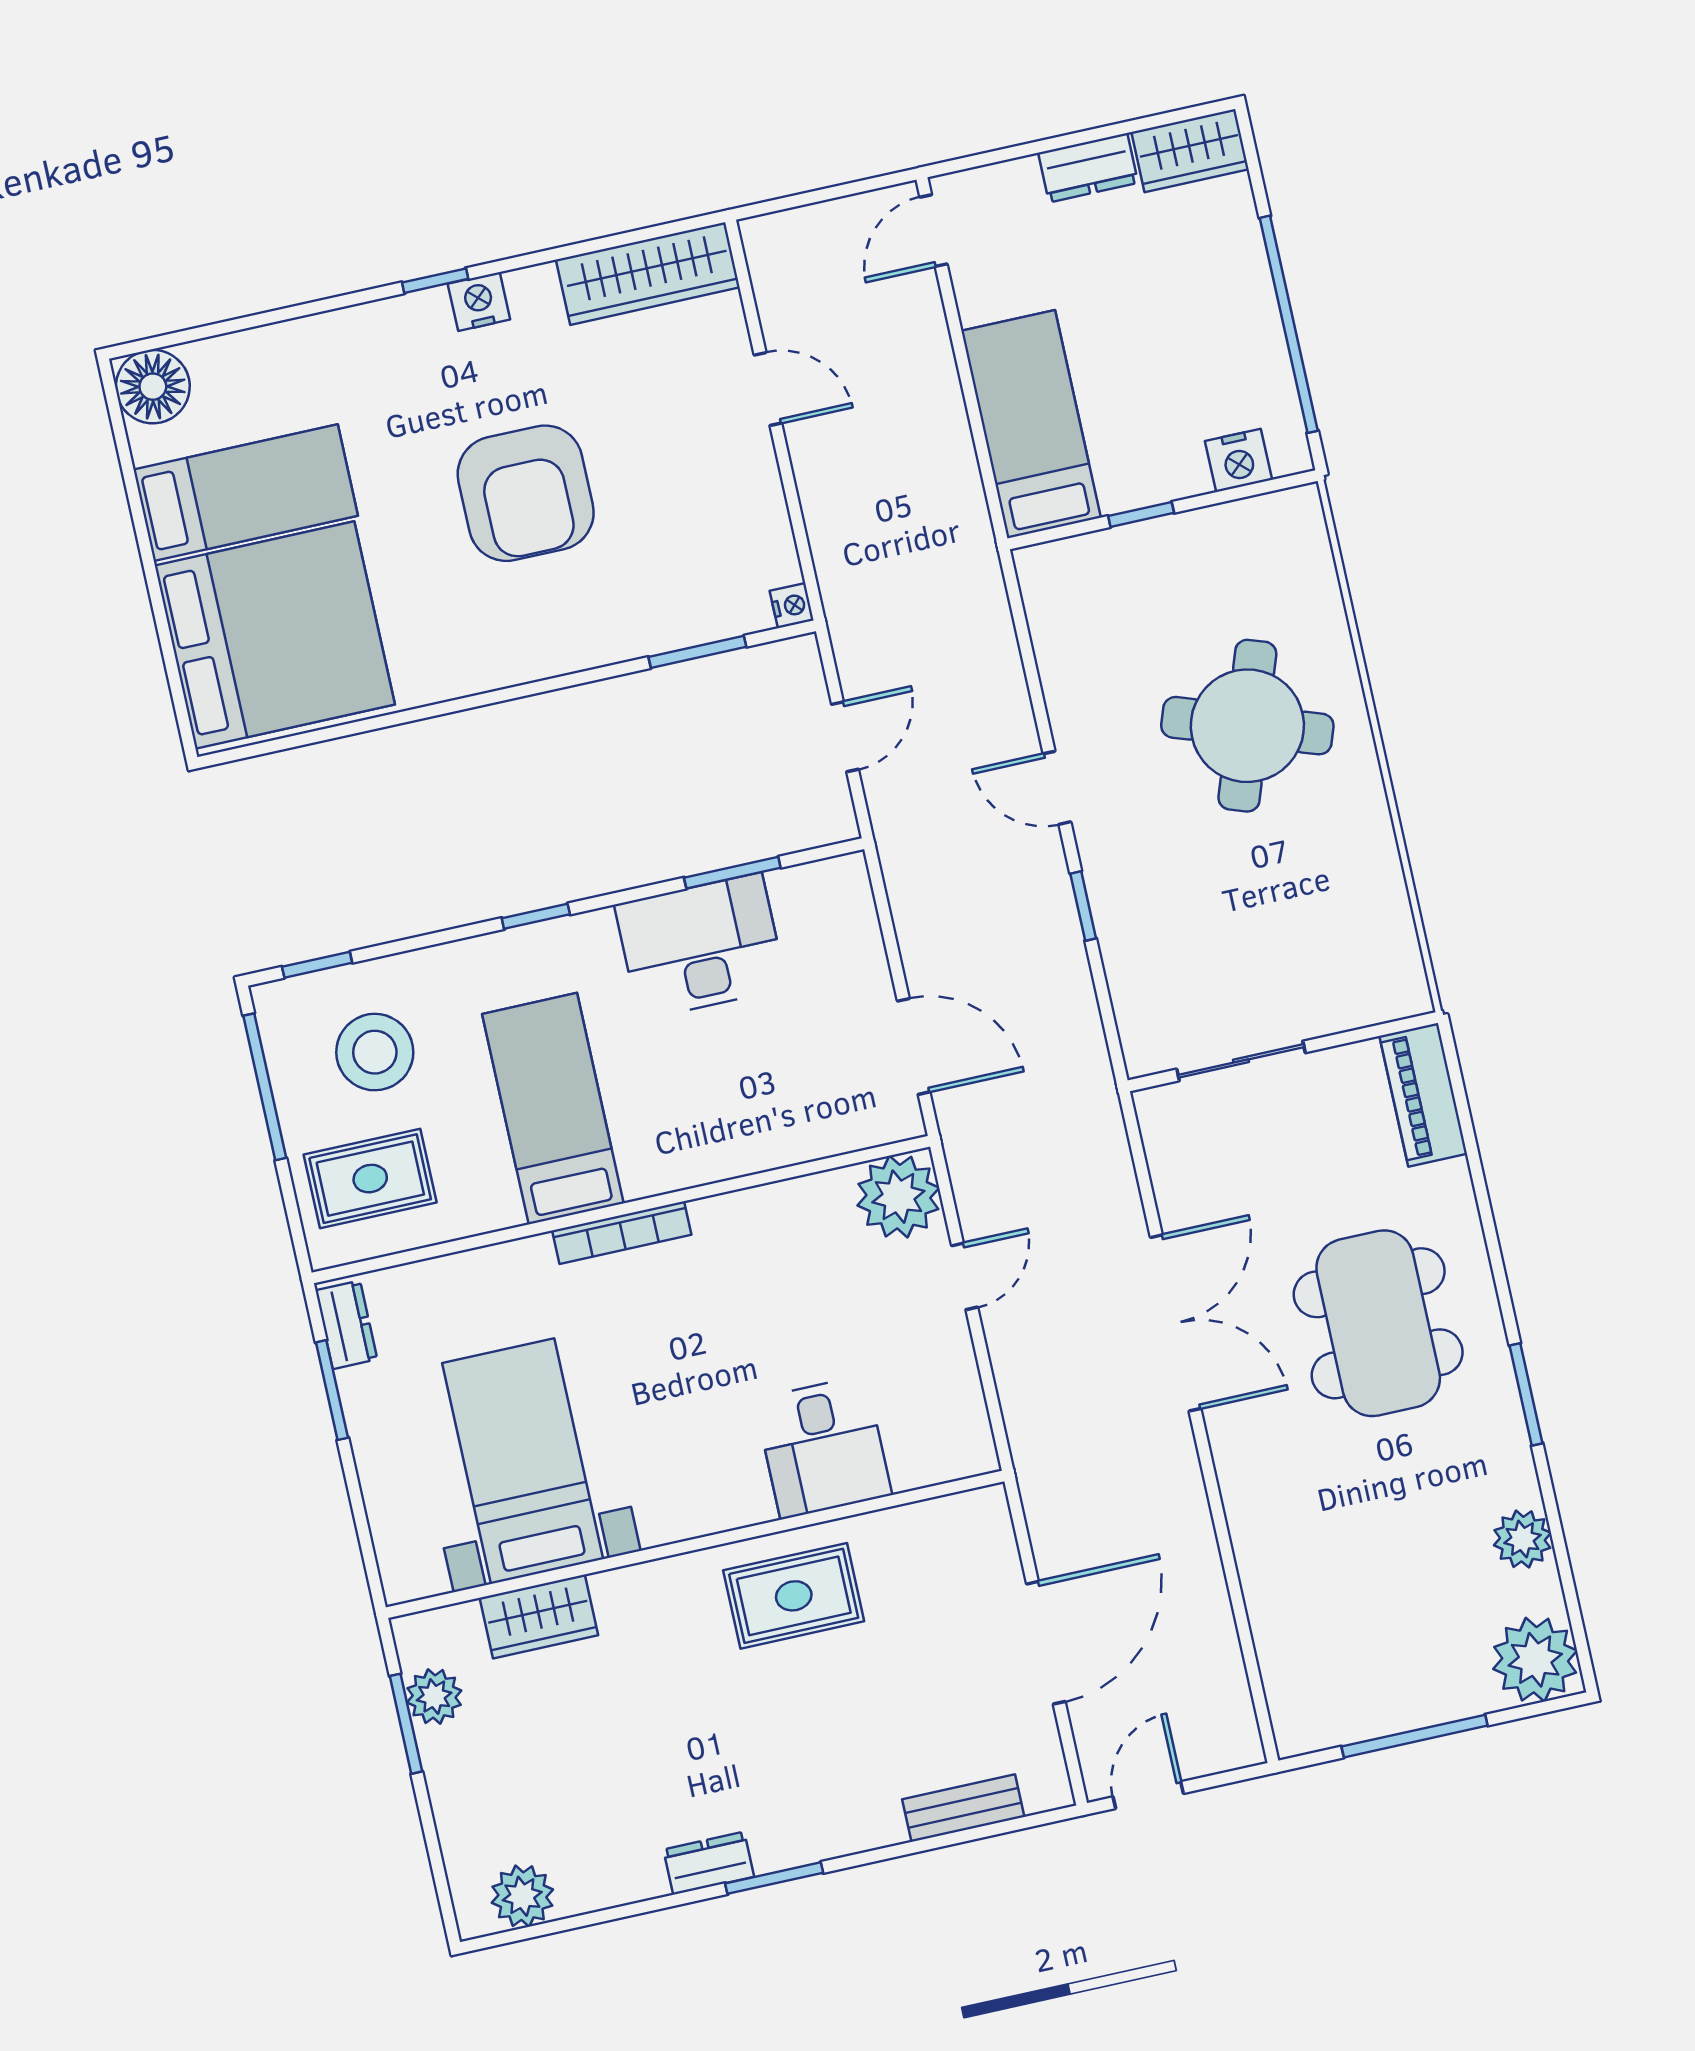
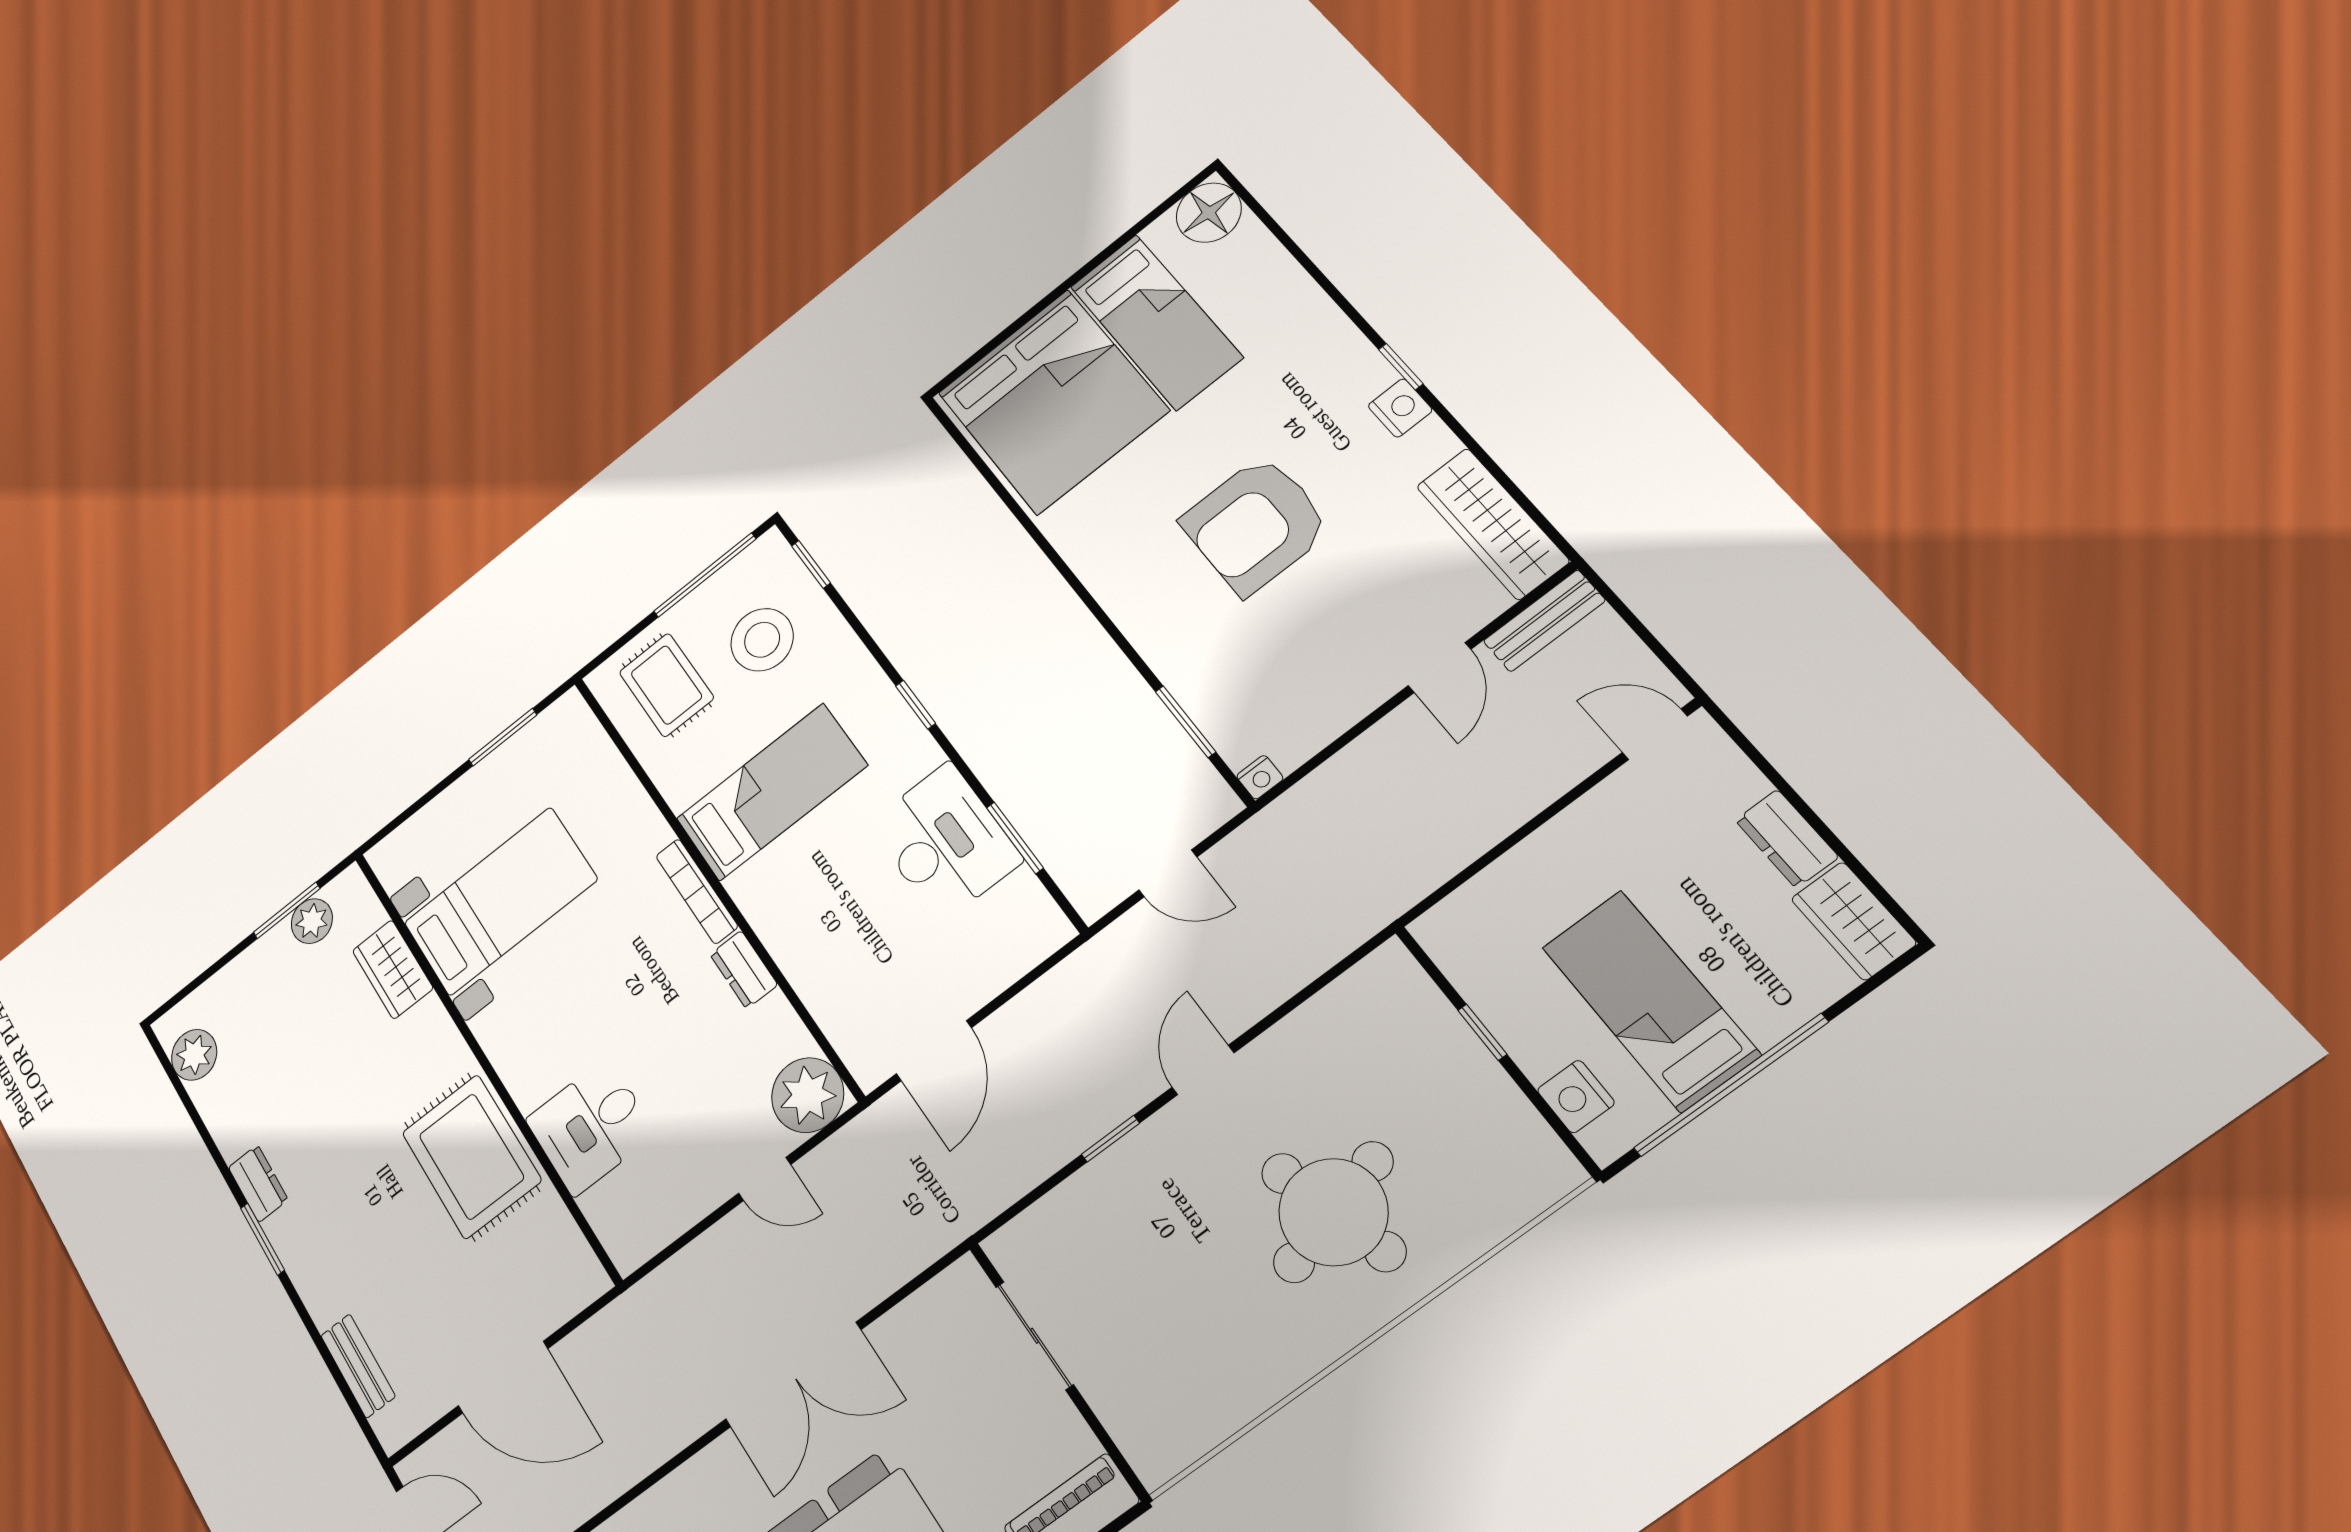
bench: (772, 274) -> (1544, 621), added
bed: (1031, 424) -> (1650, 1001), moved, turned -90
round table: (1247, 726) -> (1333, 1212), turned -35
dresser: (346, 1325) -> (744, 970), moved, turned 90
rug: (794, 1596) -> (471, 1157), width x1.36, depth x1.43

